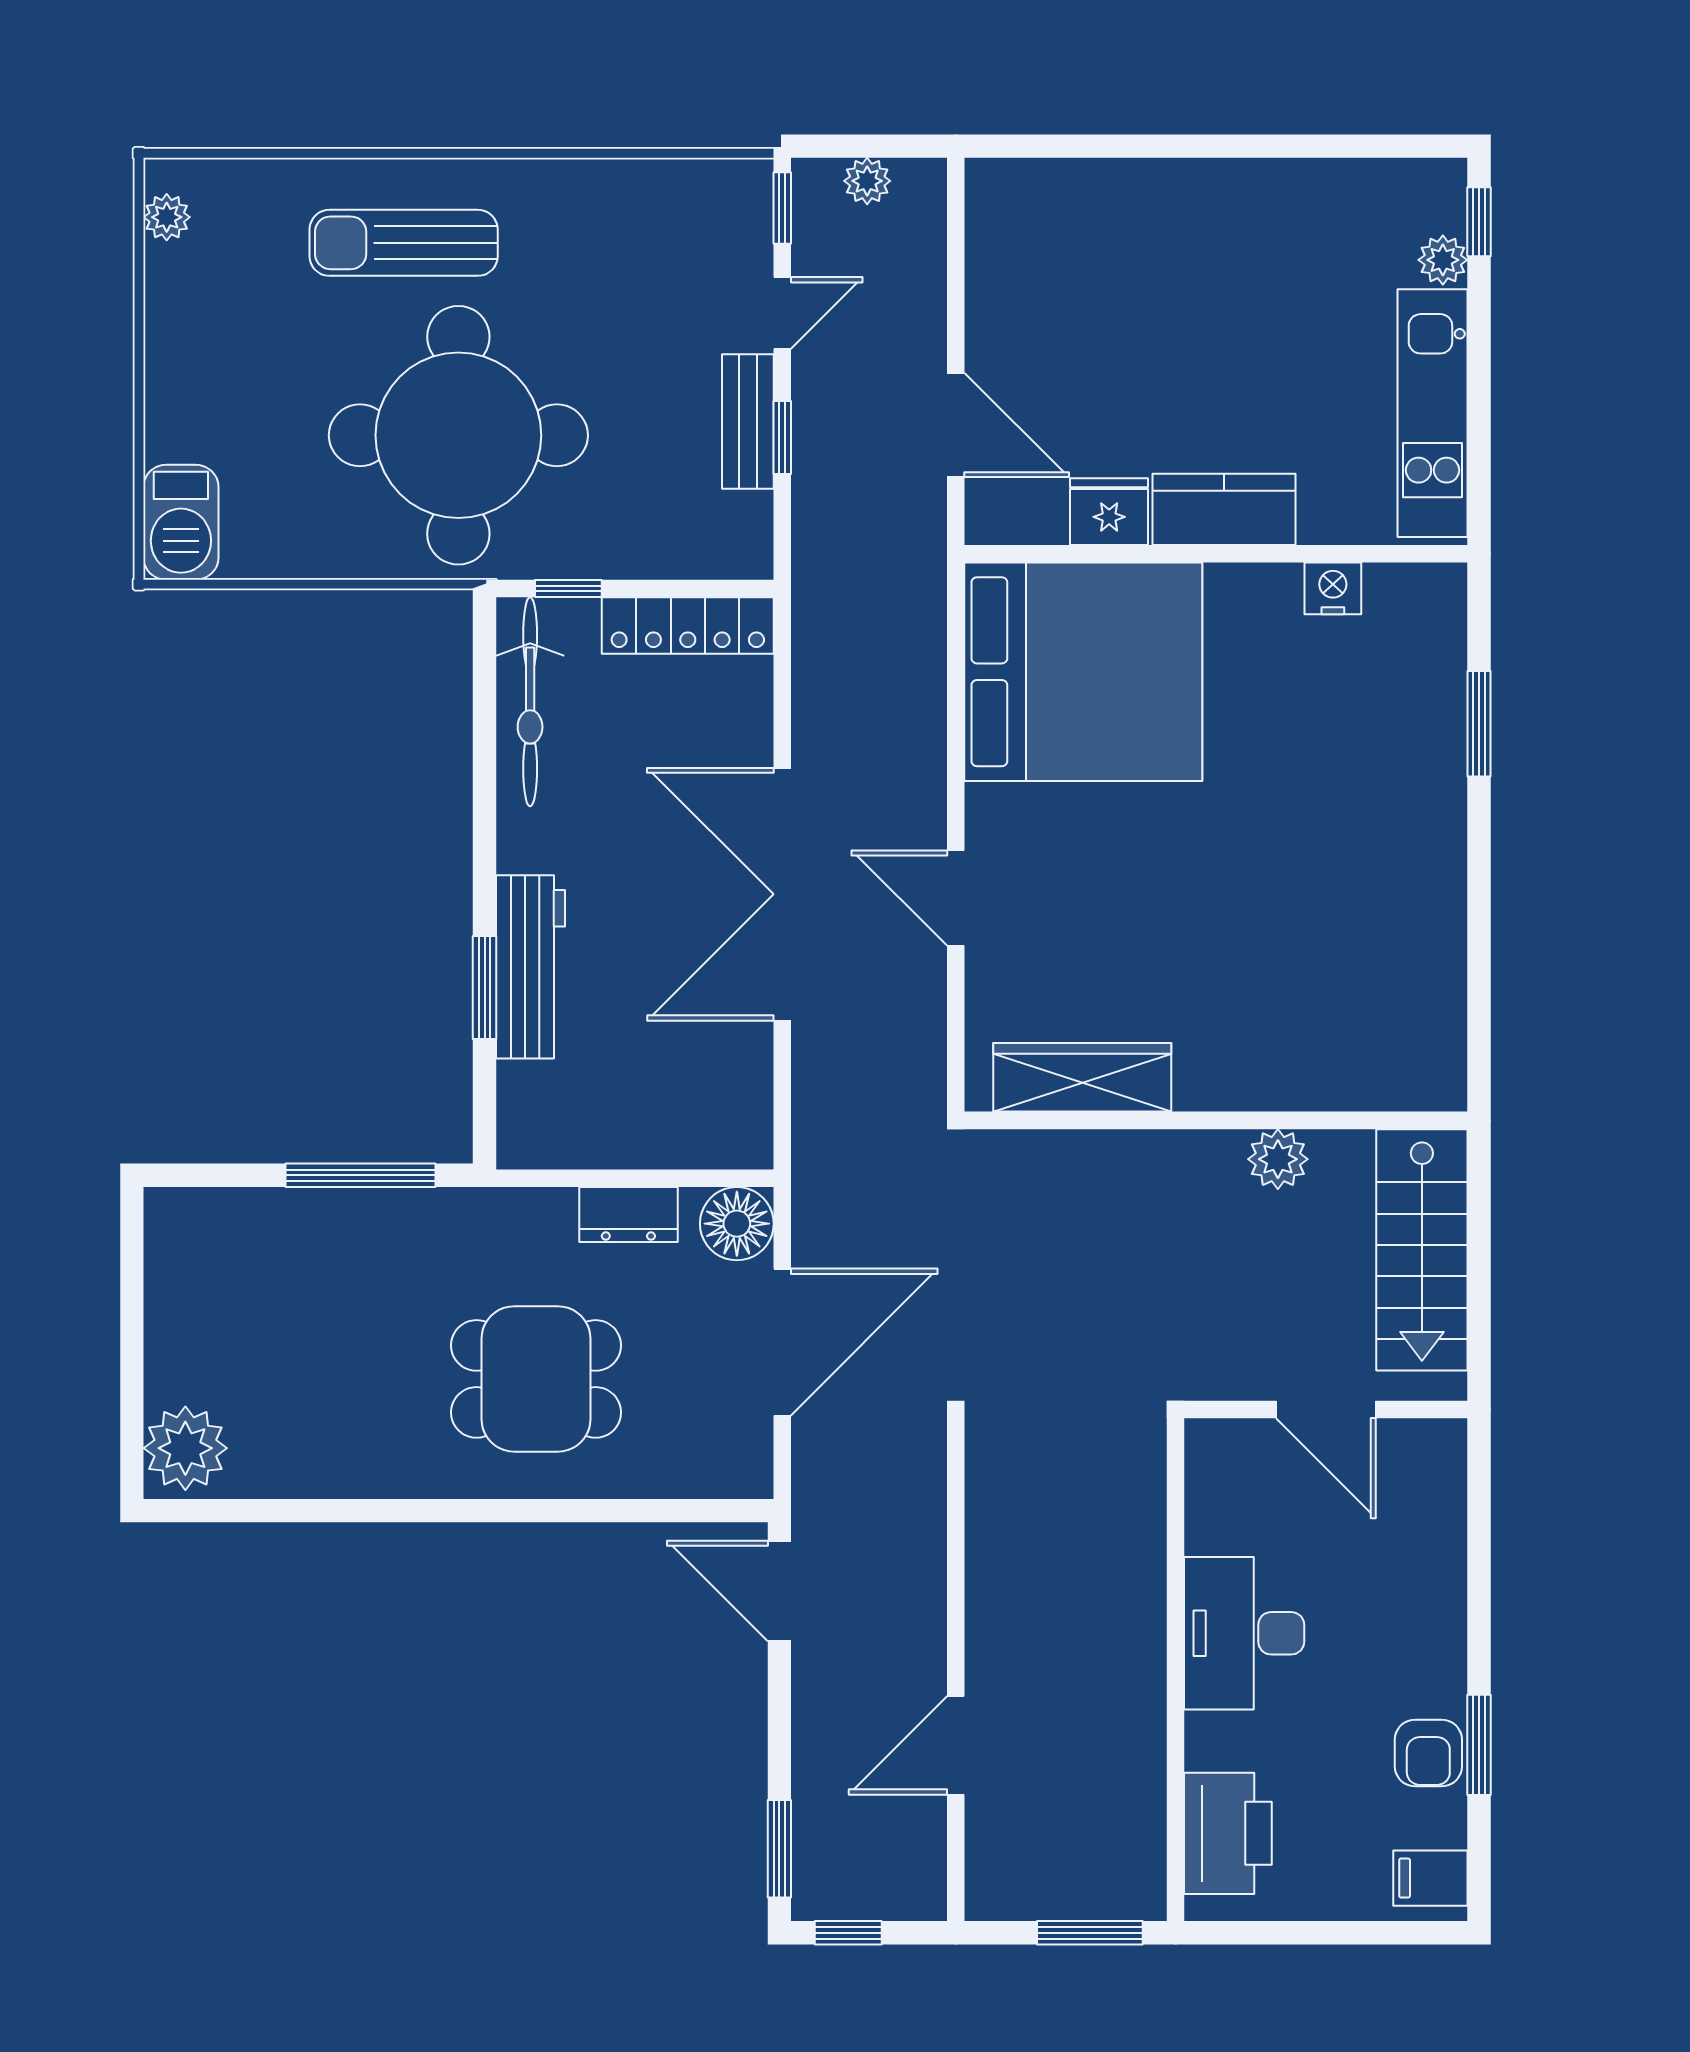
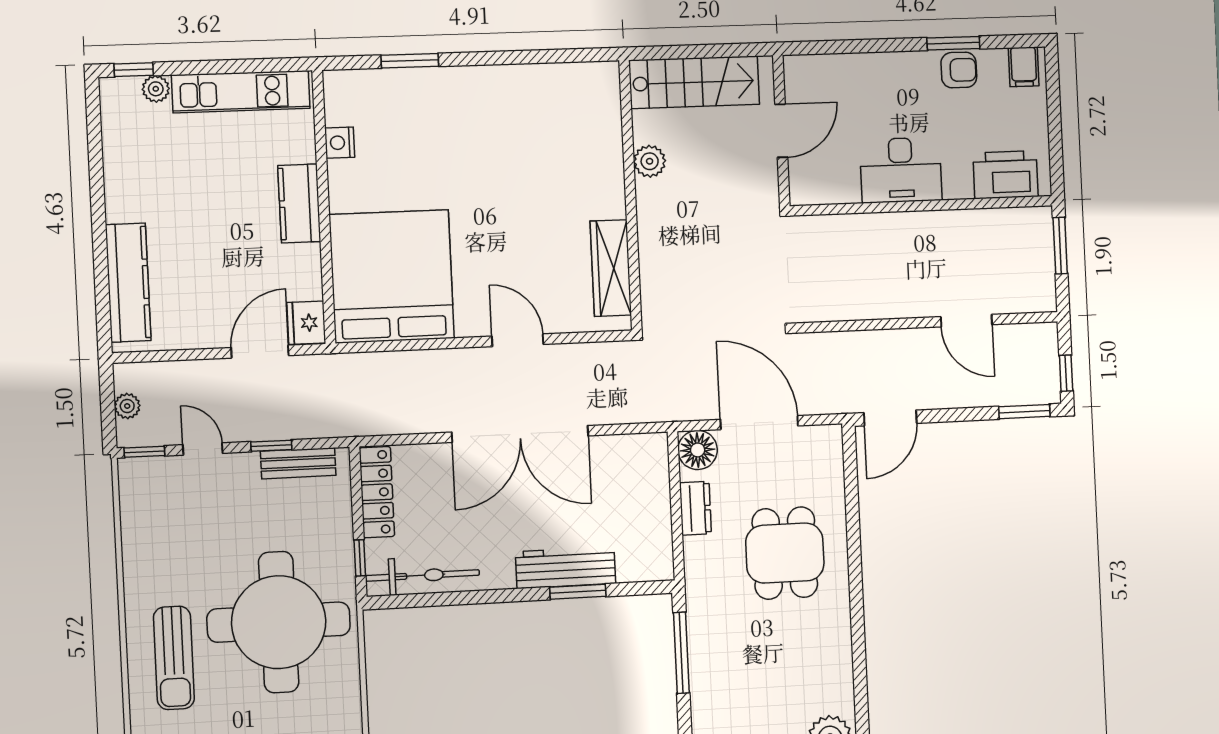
kitchen counter: (1092, 193) -> (128, 283), added
bench: (748, 422) -> (298, 463), moved
fridge: (1109, 512) -> (306, 323), moved
door: (956, 898) -> (518, 340), swing flipped

